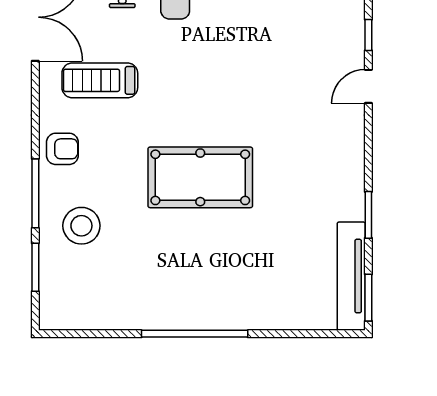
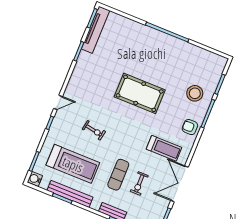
exercise bike: (267, 58) -> (94, 130), added

